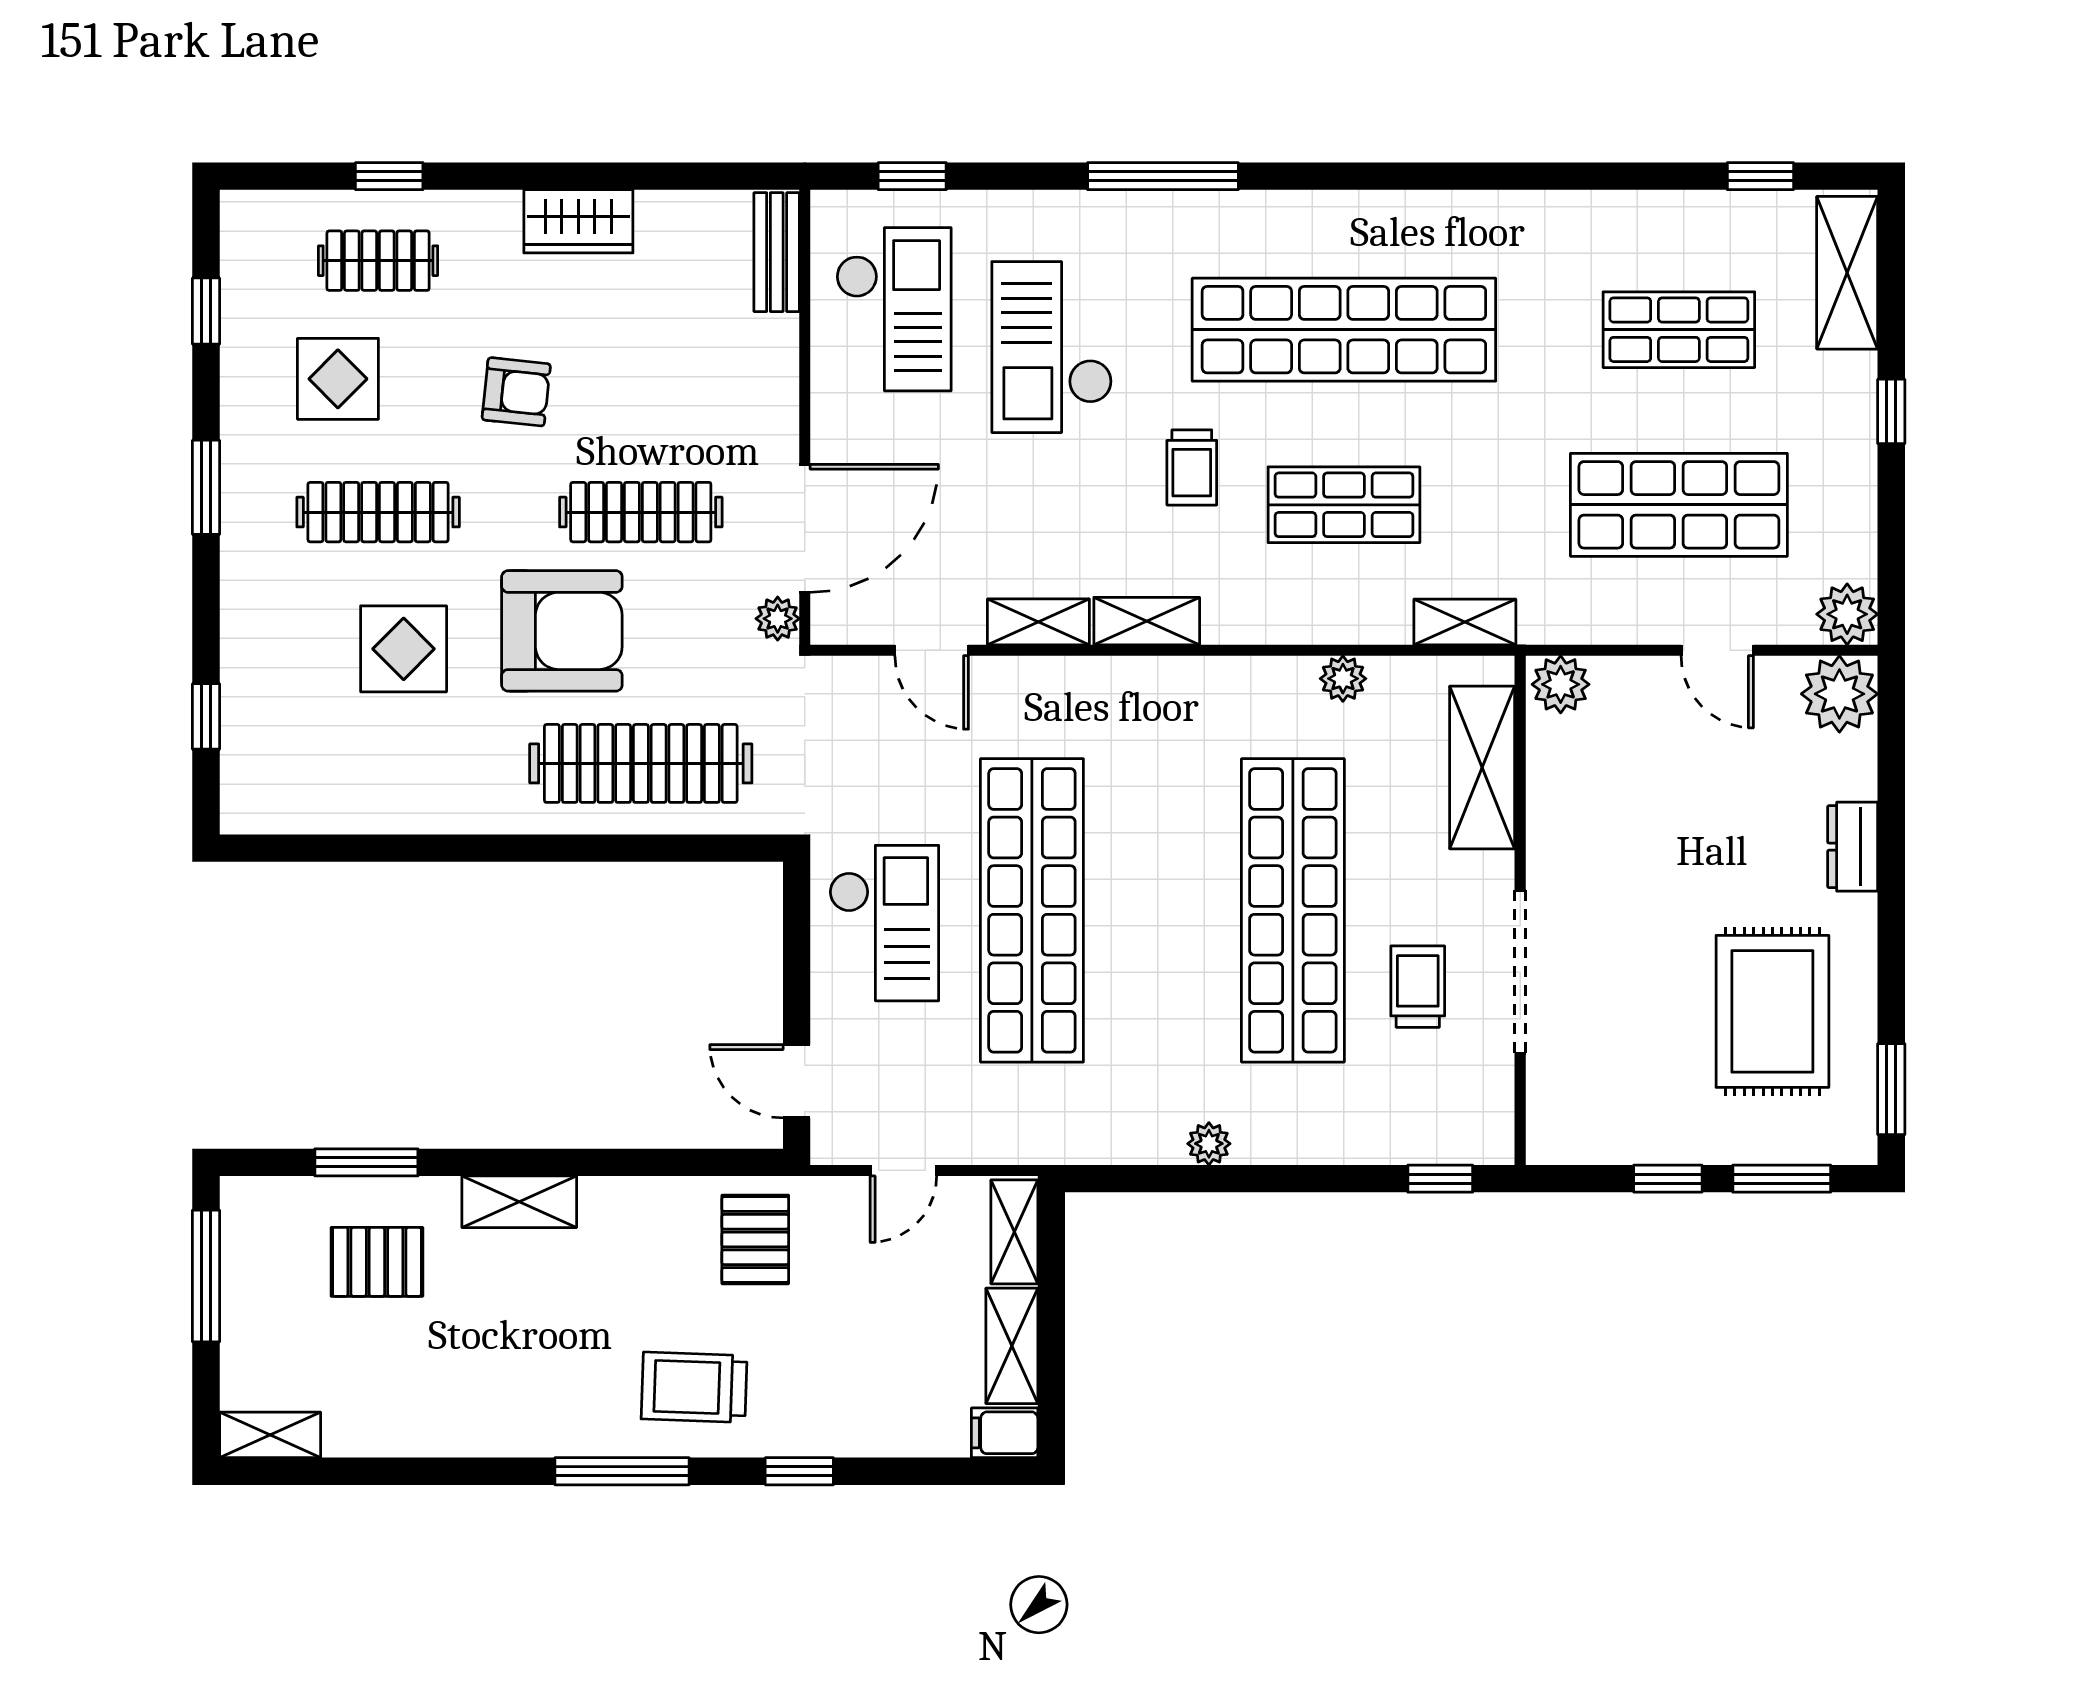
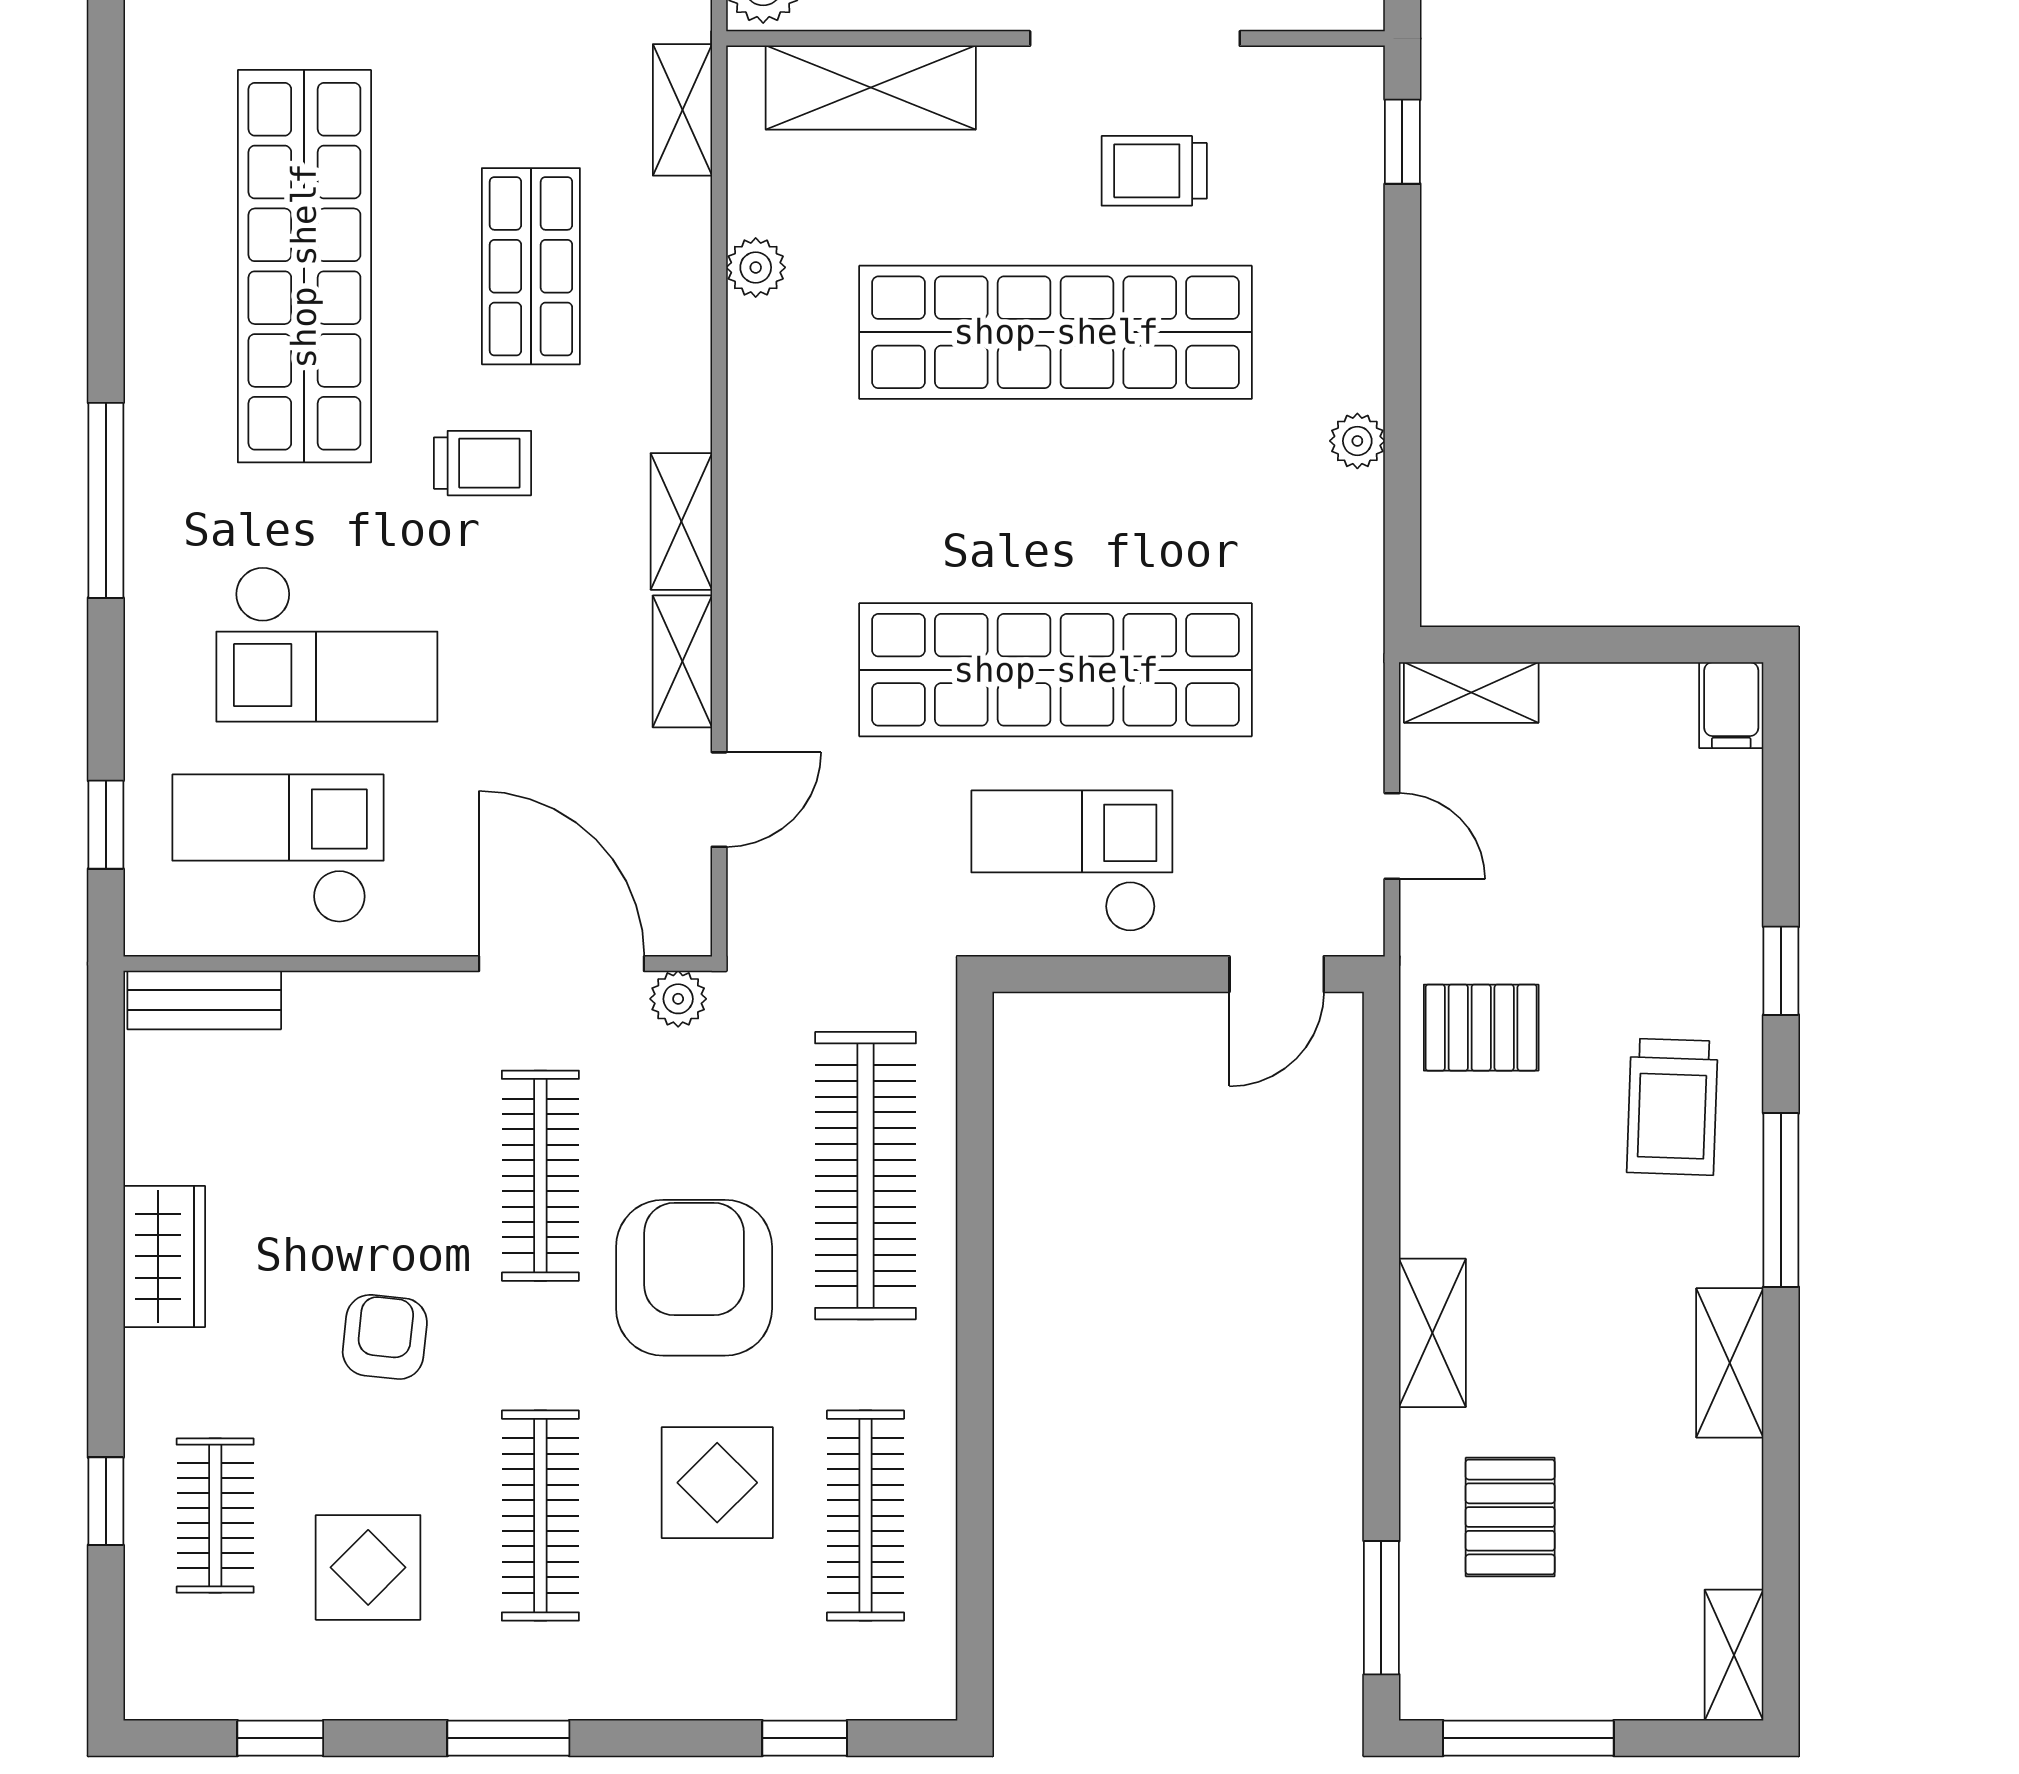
clothes rail: (378, 763) -> (866, 1516), added
window: (366, 1162) -> (1381, 1608), moved
shelving: (1012, 1346) -> (1730, 1363), moved, turned 90

